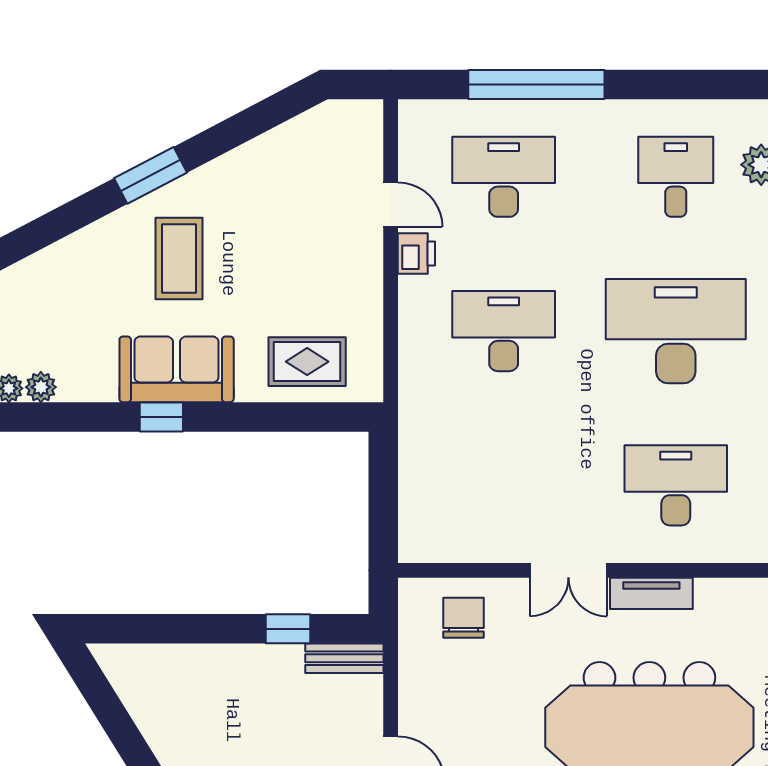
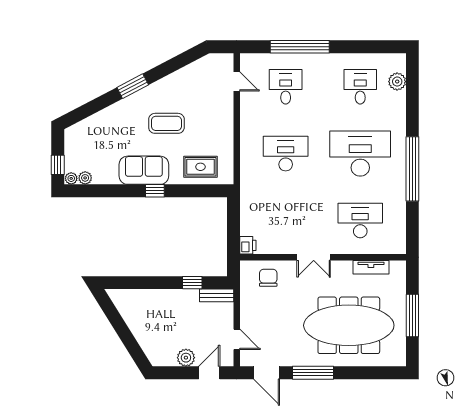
desk: (504, 177) -> (286, 87), width x0.73
door: (391, 205) -> (237, 81), moved
printer: (416, 254) -> (248, 245), moved
coffee table: (179, 258) -> (166, 123), moved, turned 90
window: (161, 417) -> (155, 191), moved
tv unit: (651, 593) -> (371, 267), moved

